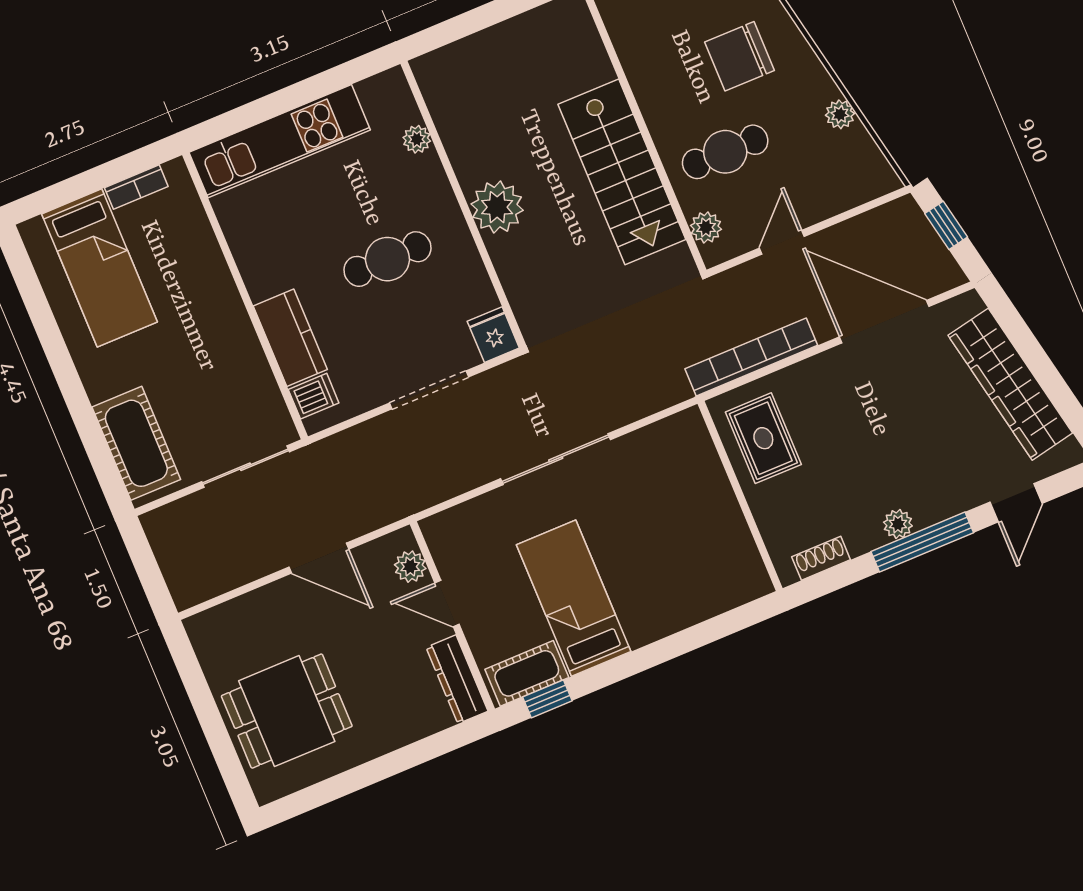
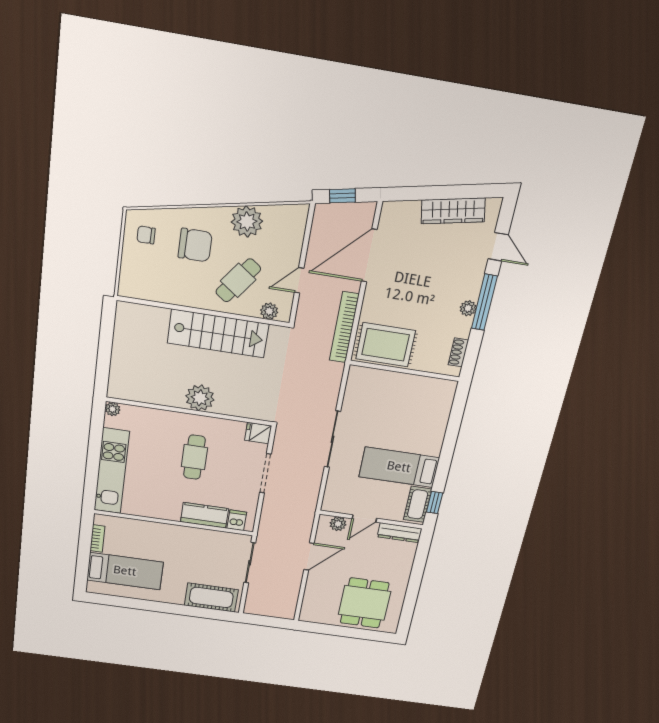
chair: (740, 56) -> (195, 245), turned -90
plant: (840, 114) -> (247, 222), width x1.88, depth x1.88
plant: (417, 139) -> (113, 409), moved
cafe table: (725, 152) -> (238, 280), turned 36
door: (782, 242) -> (299, 280), hinge flipped
wardrobe: (1010, 384) -> (453, 211), width x0.71, depth x0.85
rug: (763, 438) -> (386, 345), width x1.36, depth x1.43

